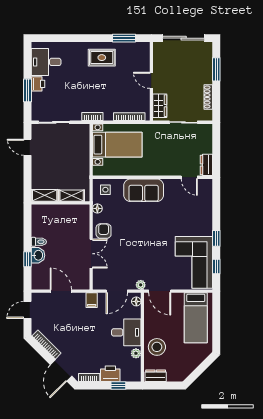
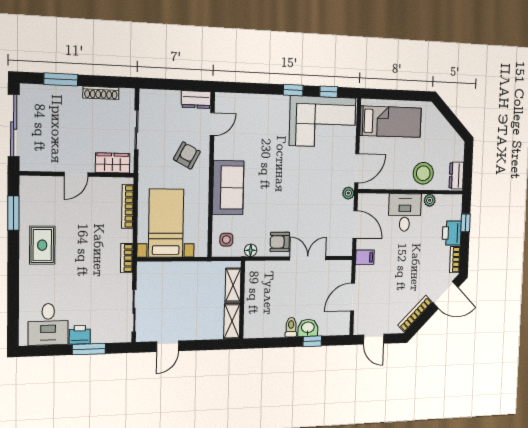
armchair: (166, 159) -> (187, 155), added
floor lamp: (136, 301) -> (368, 199), removed

